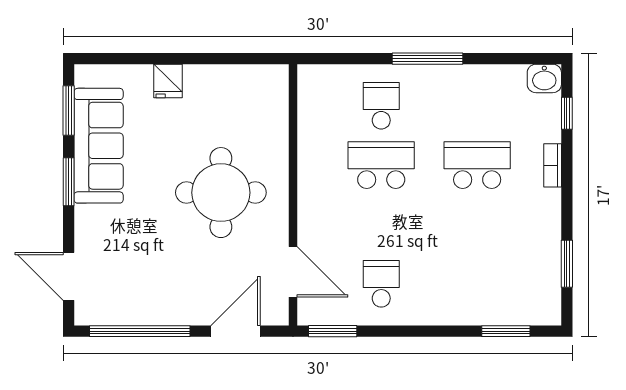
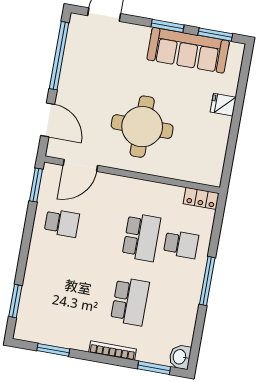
locker: (310, 89) -> (201, 198), added
window: (567, 113) -> (154, 368), width x1.50
bookcase: (553, 165) -> (113, 351), width x1.56

